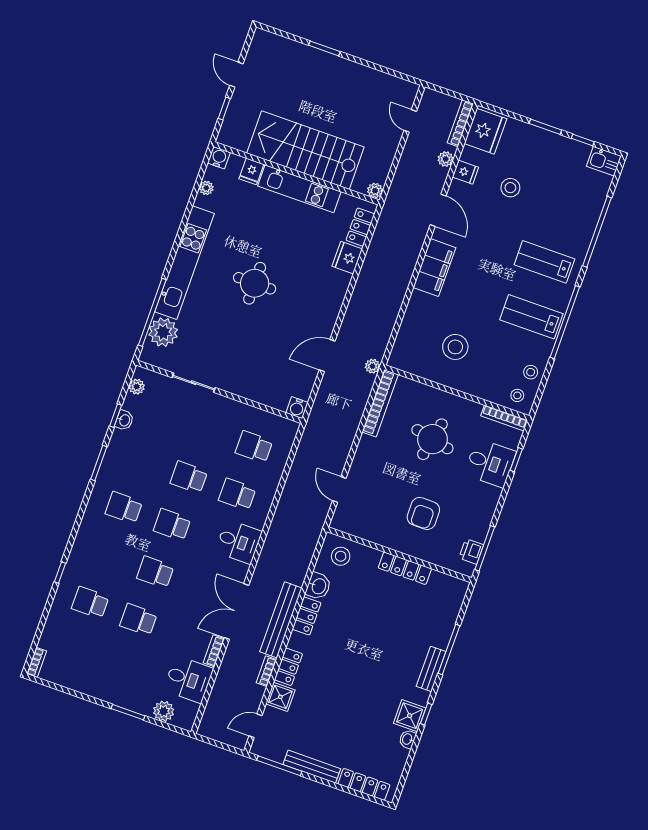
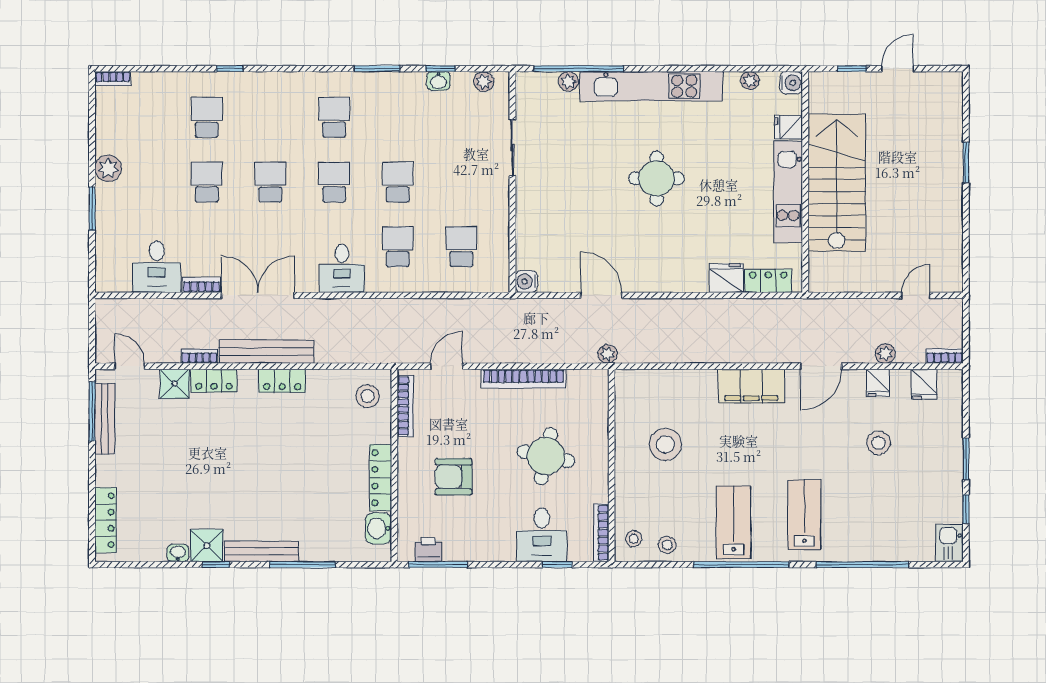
bookcase: (460, 123) -> (944, 356), width x0.64
fridge: (485, 131) -> (924, 384), width x0.53, depth x0.75
plant: (375, 191) -> (818, 283), removed
plant: (163, 332) -> (568, 81), width x0.53, depth x0.53
bookcase: (380, 403) -> (524, 379), moved
bookcase: (358, 531) -> (405, 406), added
washbasin: (318, 586) -> (378, 528), moved, turned 90
bench: (431, 669) -> (262, 551), width x1.36
plant: (164, 711) -> (108, 168), moved
bench: (312, 767) -> (105, 419), moved

